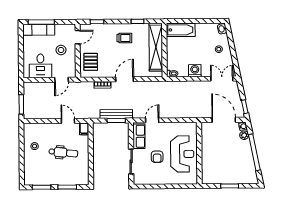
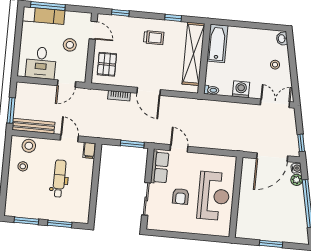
bathtub: (181, 30) -> (217, 43), moved, turned -90
door: (78, 37) -> (93, 30), hinge flipped
door: (125, 79) -> (149, 91), swing flipped
bench: (116, 114) -> (33, 126), moved
door: (152, 120) -> (179, 148), hinge flipped
door: (224, 120) -> (272, 157), swing flipped
stool: (38, 130) -> (29, 146), added
dental chair: (63, 153) -> (59, 179), turned -96

